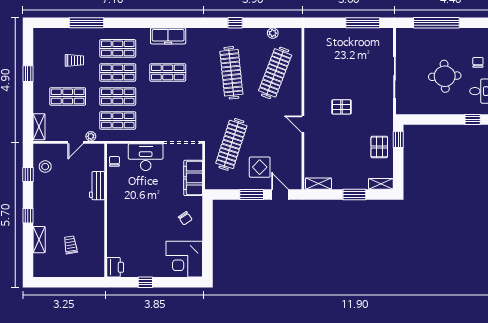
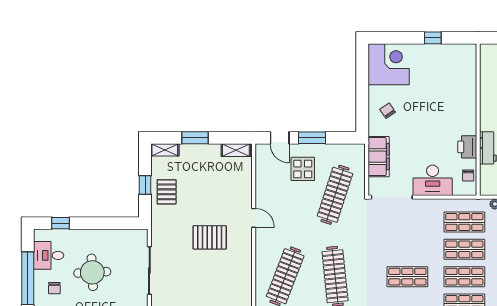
pallet: (342, 107) -> (210, 237), width x1.50, depth x1.42
window: (398, 139) -> (145, 185), moved
printer: (115, 267) -> (467, 147), moved

